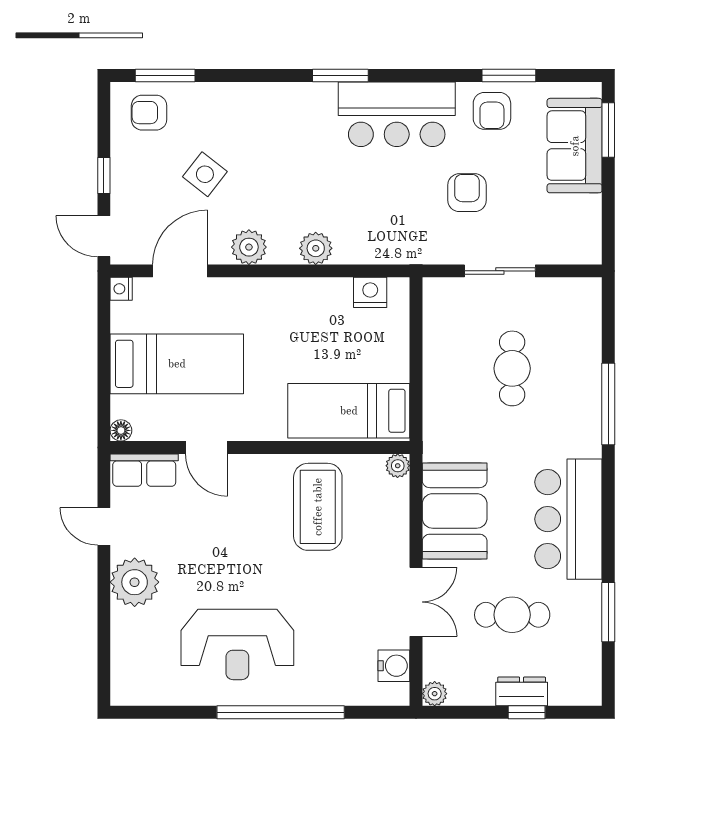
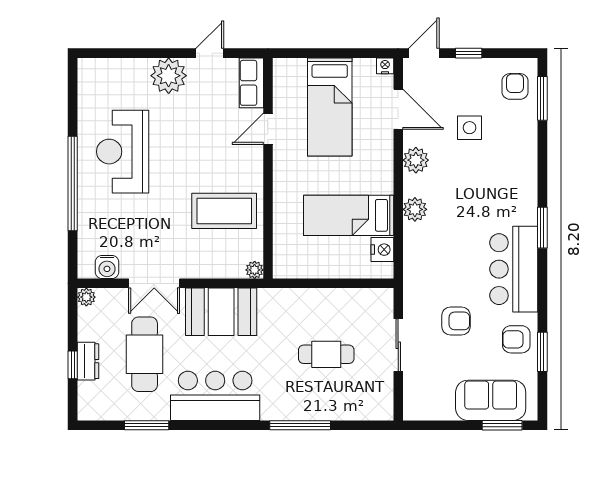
side table: (205, 174) -> (470, 128), turned -38
bed: (349, 411) -> (349, 215), moved, turned -90
floor lamp: (121, 430) -> (281, 66), removed
cafe table: (512, 615) -> (145, 354), width x1.37, depth x1.35

